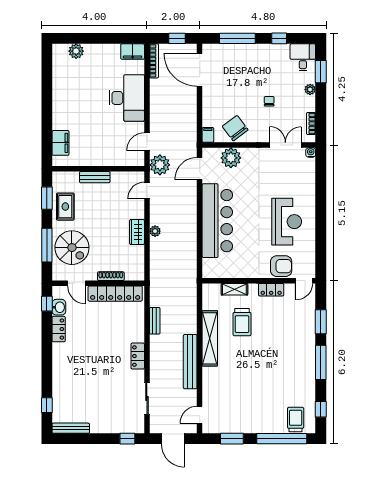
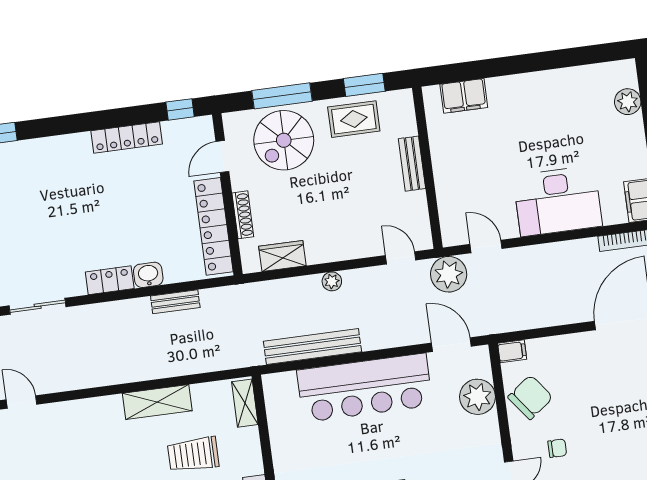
chair: (269, 101) -> (557, 448), moved
wardrobe: (137, 232) -> (282, 256), moved
shelving: (234, 289) -> (245, 403), moved
washbasin: (59, 307) -> (148, 275), moved, turned 180
locker: (59, 329) -> (127, 137), width x1.53
shelving: (210, 338) -> (157, 402), width x0.68
bench: (190, 362) -> (312, 346), moved

